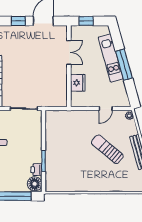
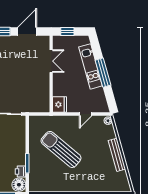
fridge: (78, 83) -> (59, 104), moved
sun lounger: (107, 149) -> (61, 149), moved, width x1.36, depth x1.34

